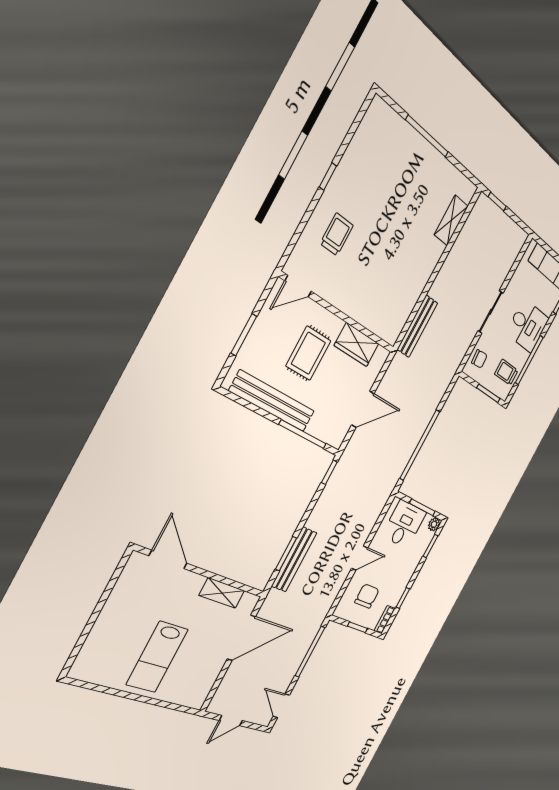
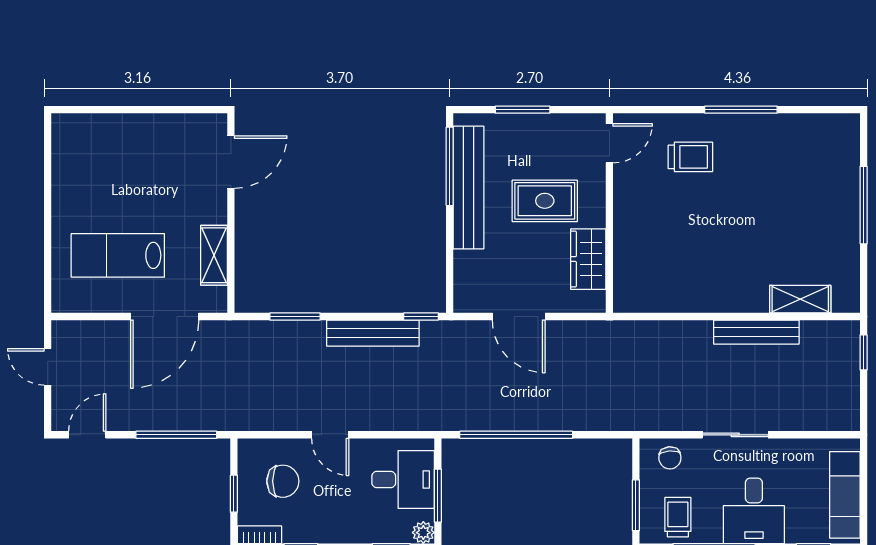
window: (328, 177) -> (741, 110), width x2.17
door: (298, 286) -> (609, 143), swing flipped
bench: (417, 326) -> (756, 332), moved
window: (303, 434) -> (450, 166), moved
bench: (294, 559) -> (373, 333), moved
door: (241, 638) -> (165, 317), hinge flipped
lab bench: (157, 657) -> (118, 255), moved

